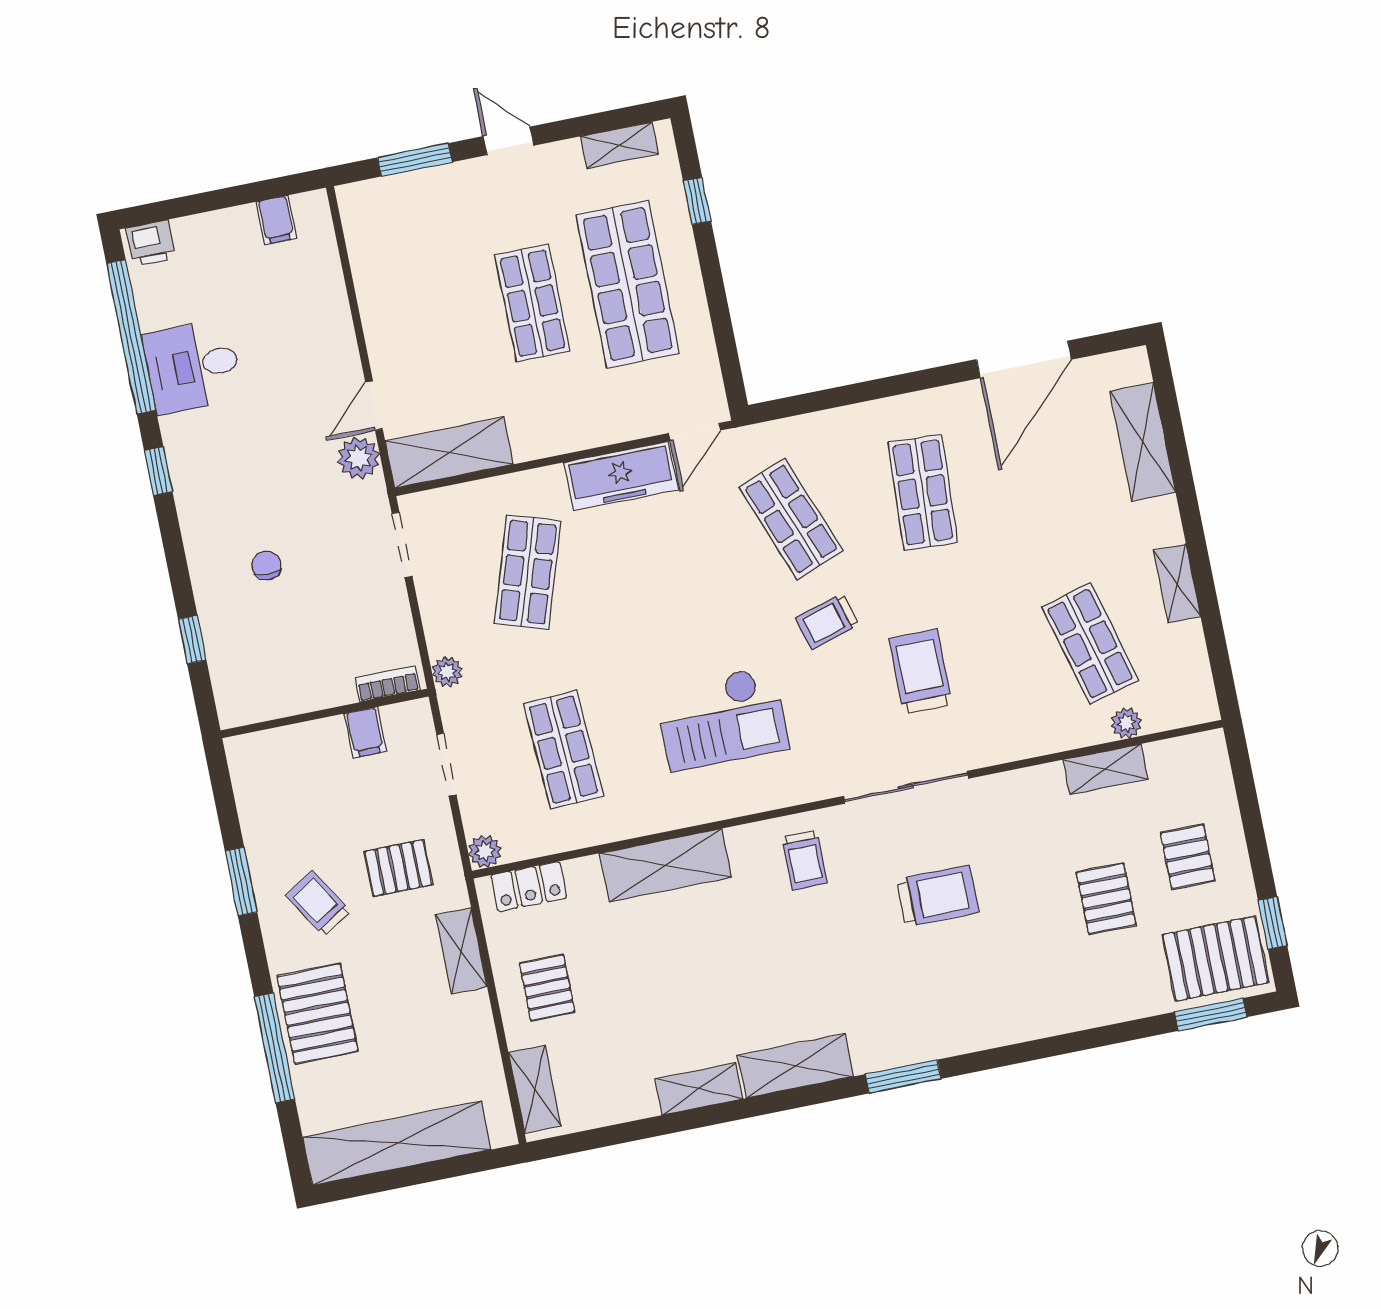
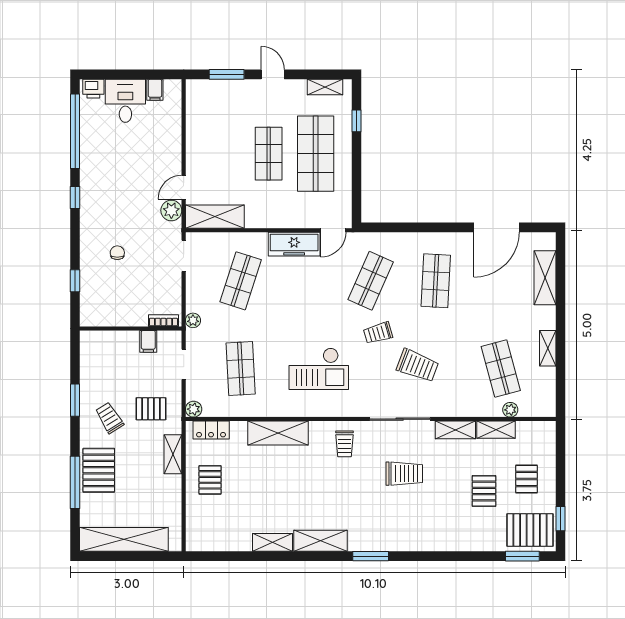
desk: (193, 366) -> (125, 101), moved, turned 90
shop shelf: (791, 519) -> (371, 281), turned 45
trolley: (920, 671) -> (417, 366), turned 111
shelving: (535, 1089) -> (455, 430), moved, turned 90

